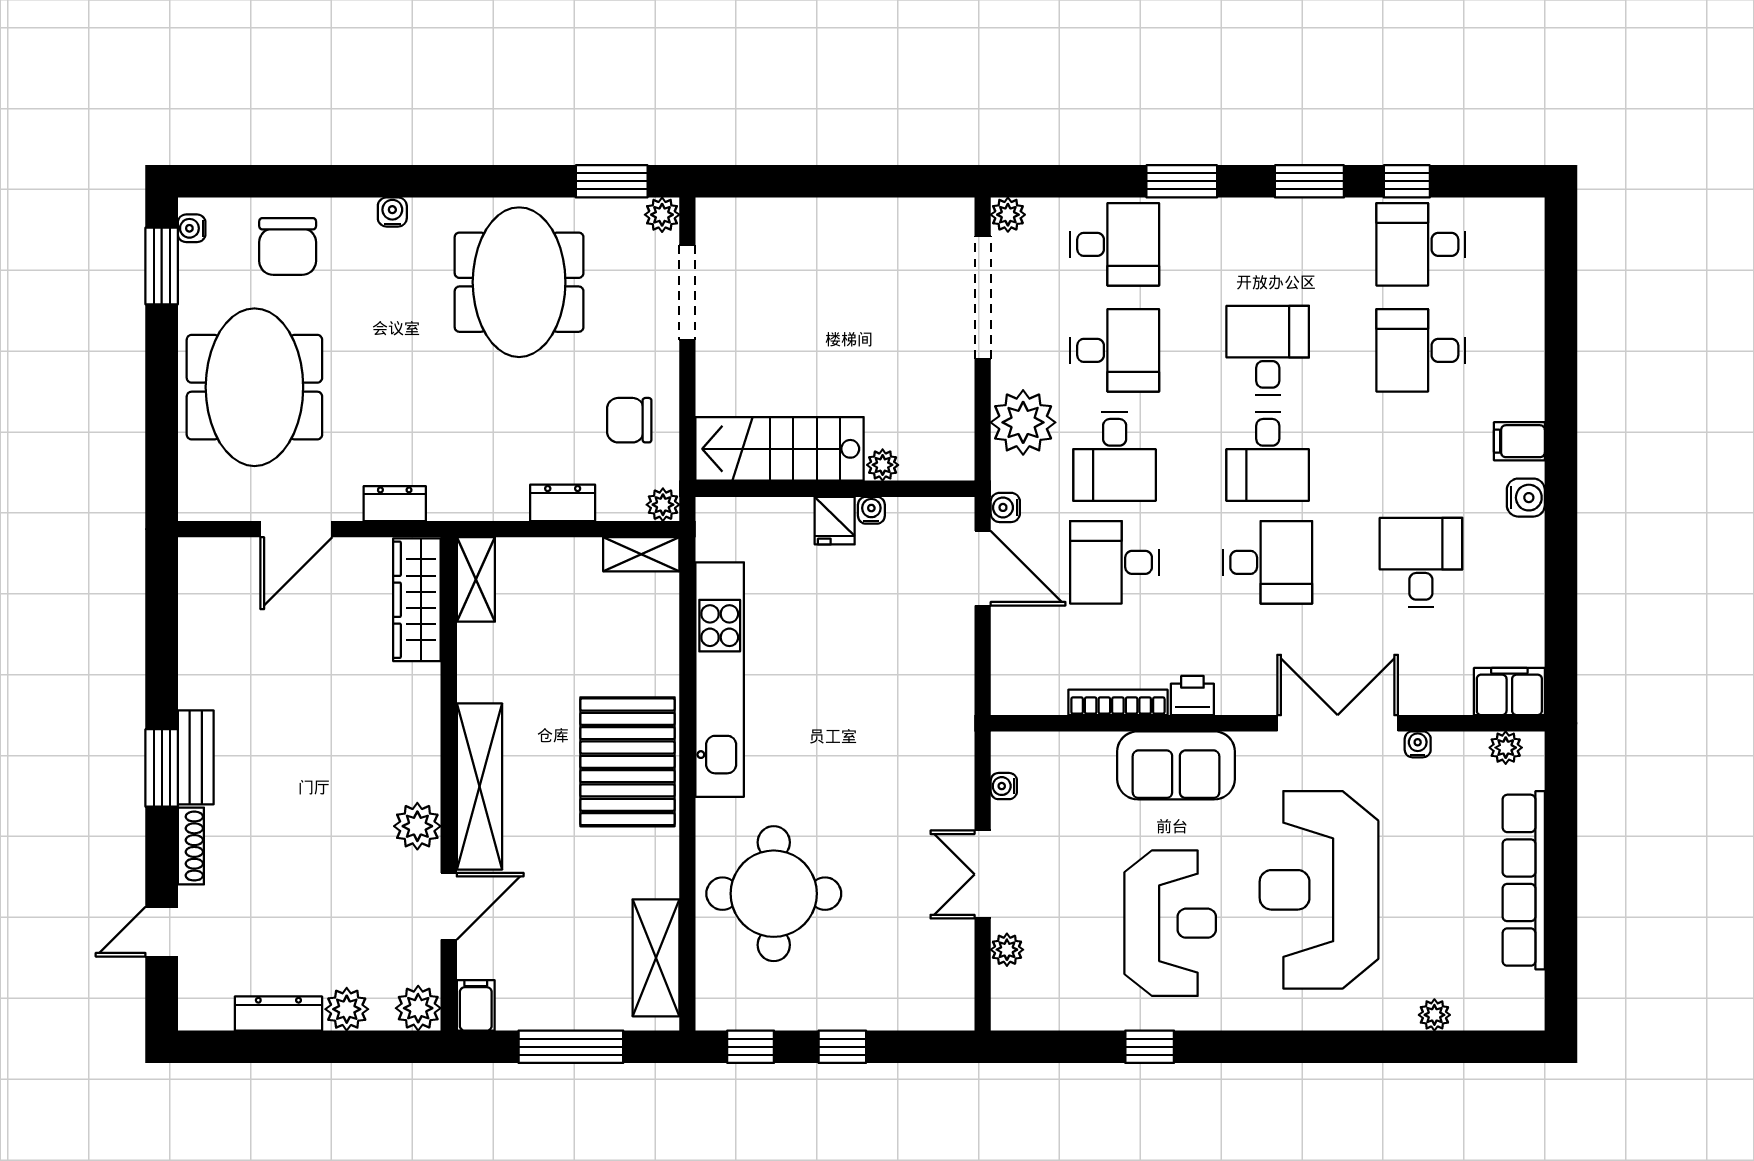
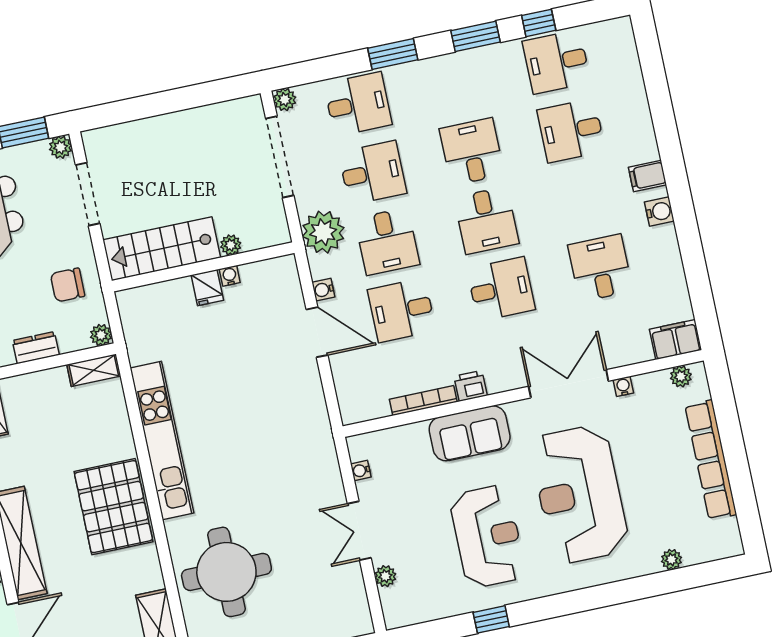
stairs: (780, 449) -> (162, 249), moved
plant: (883, 465) -> (231, 245), moved
wall: (835, 489) -> (203, 267), moved
water cooler: (871, 510) -> (230, 276), moved
fridge: (835, 521) -> (207, 288), moved

